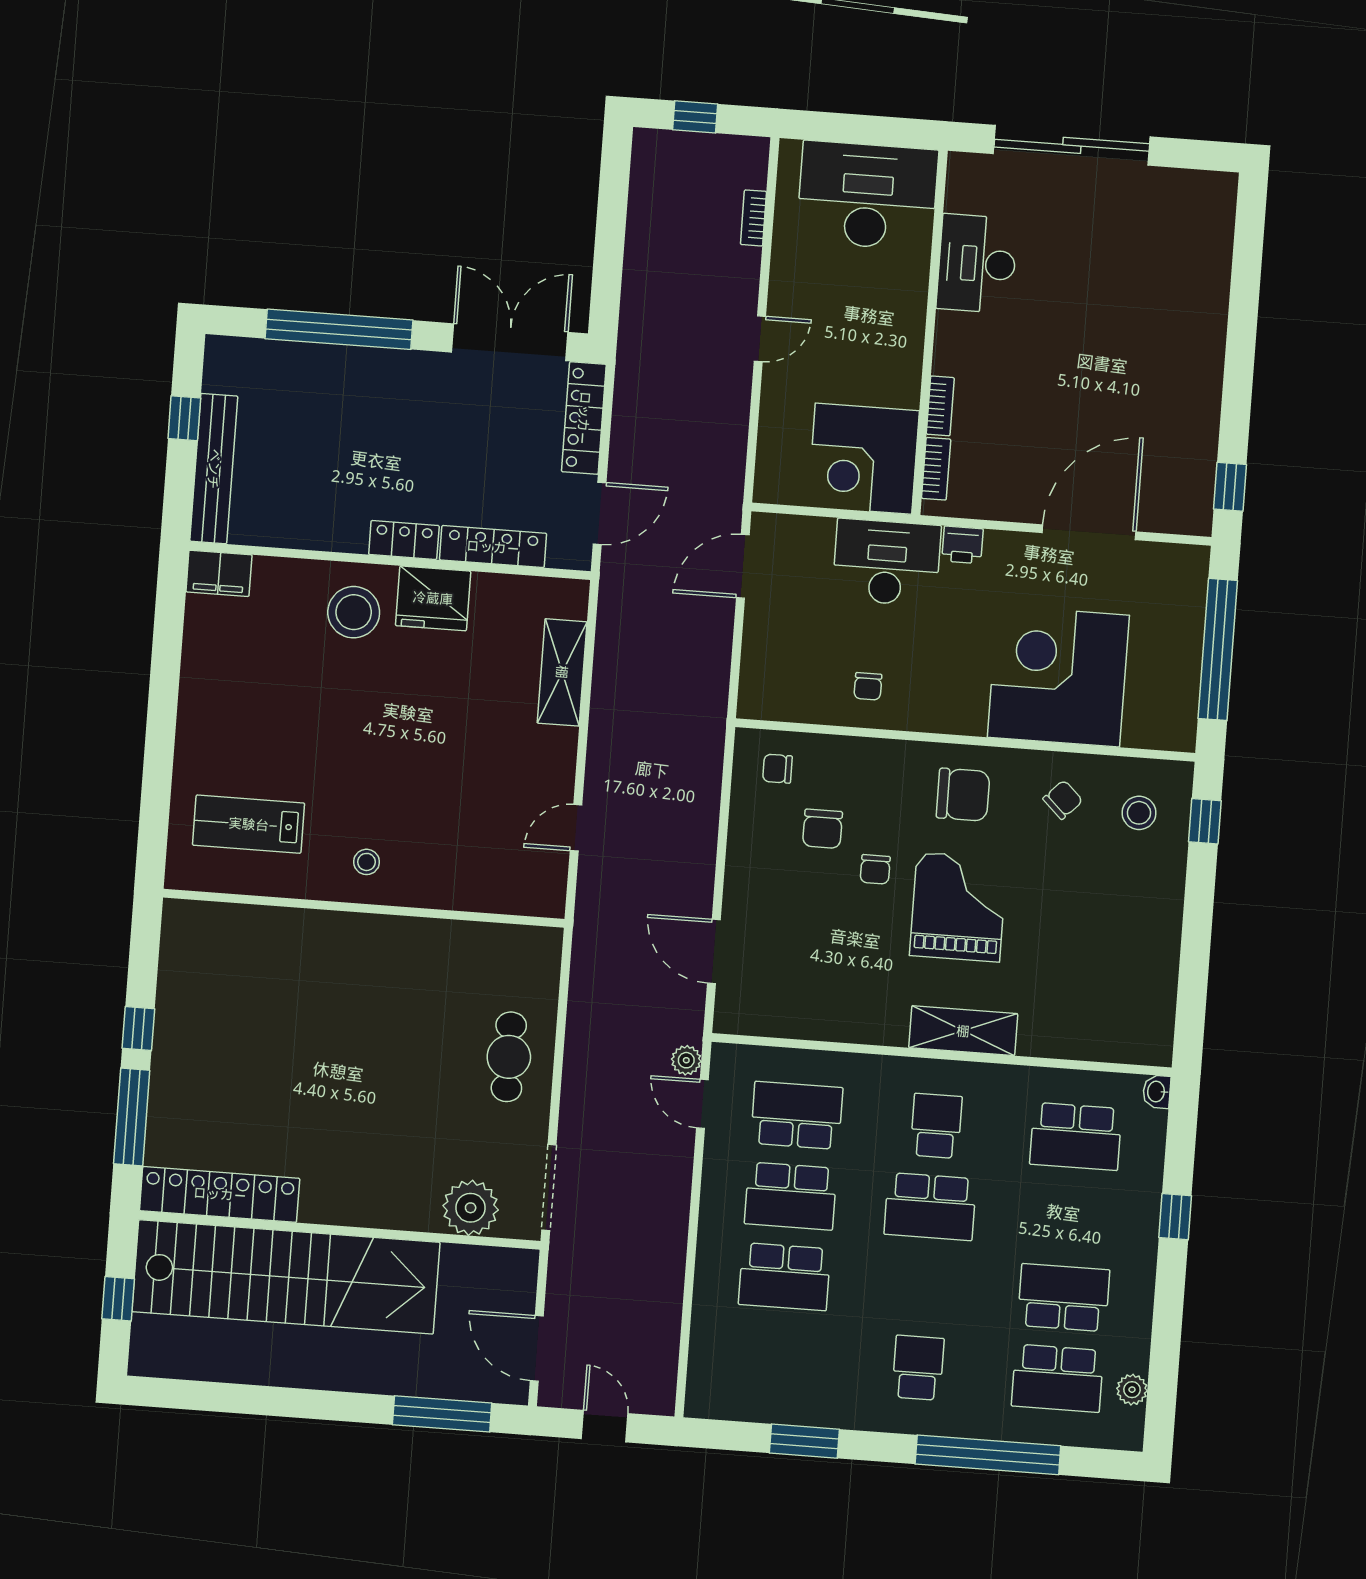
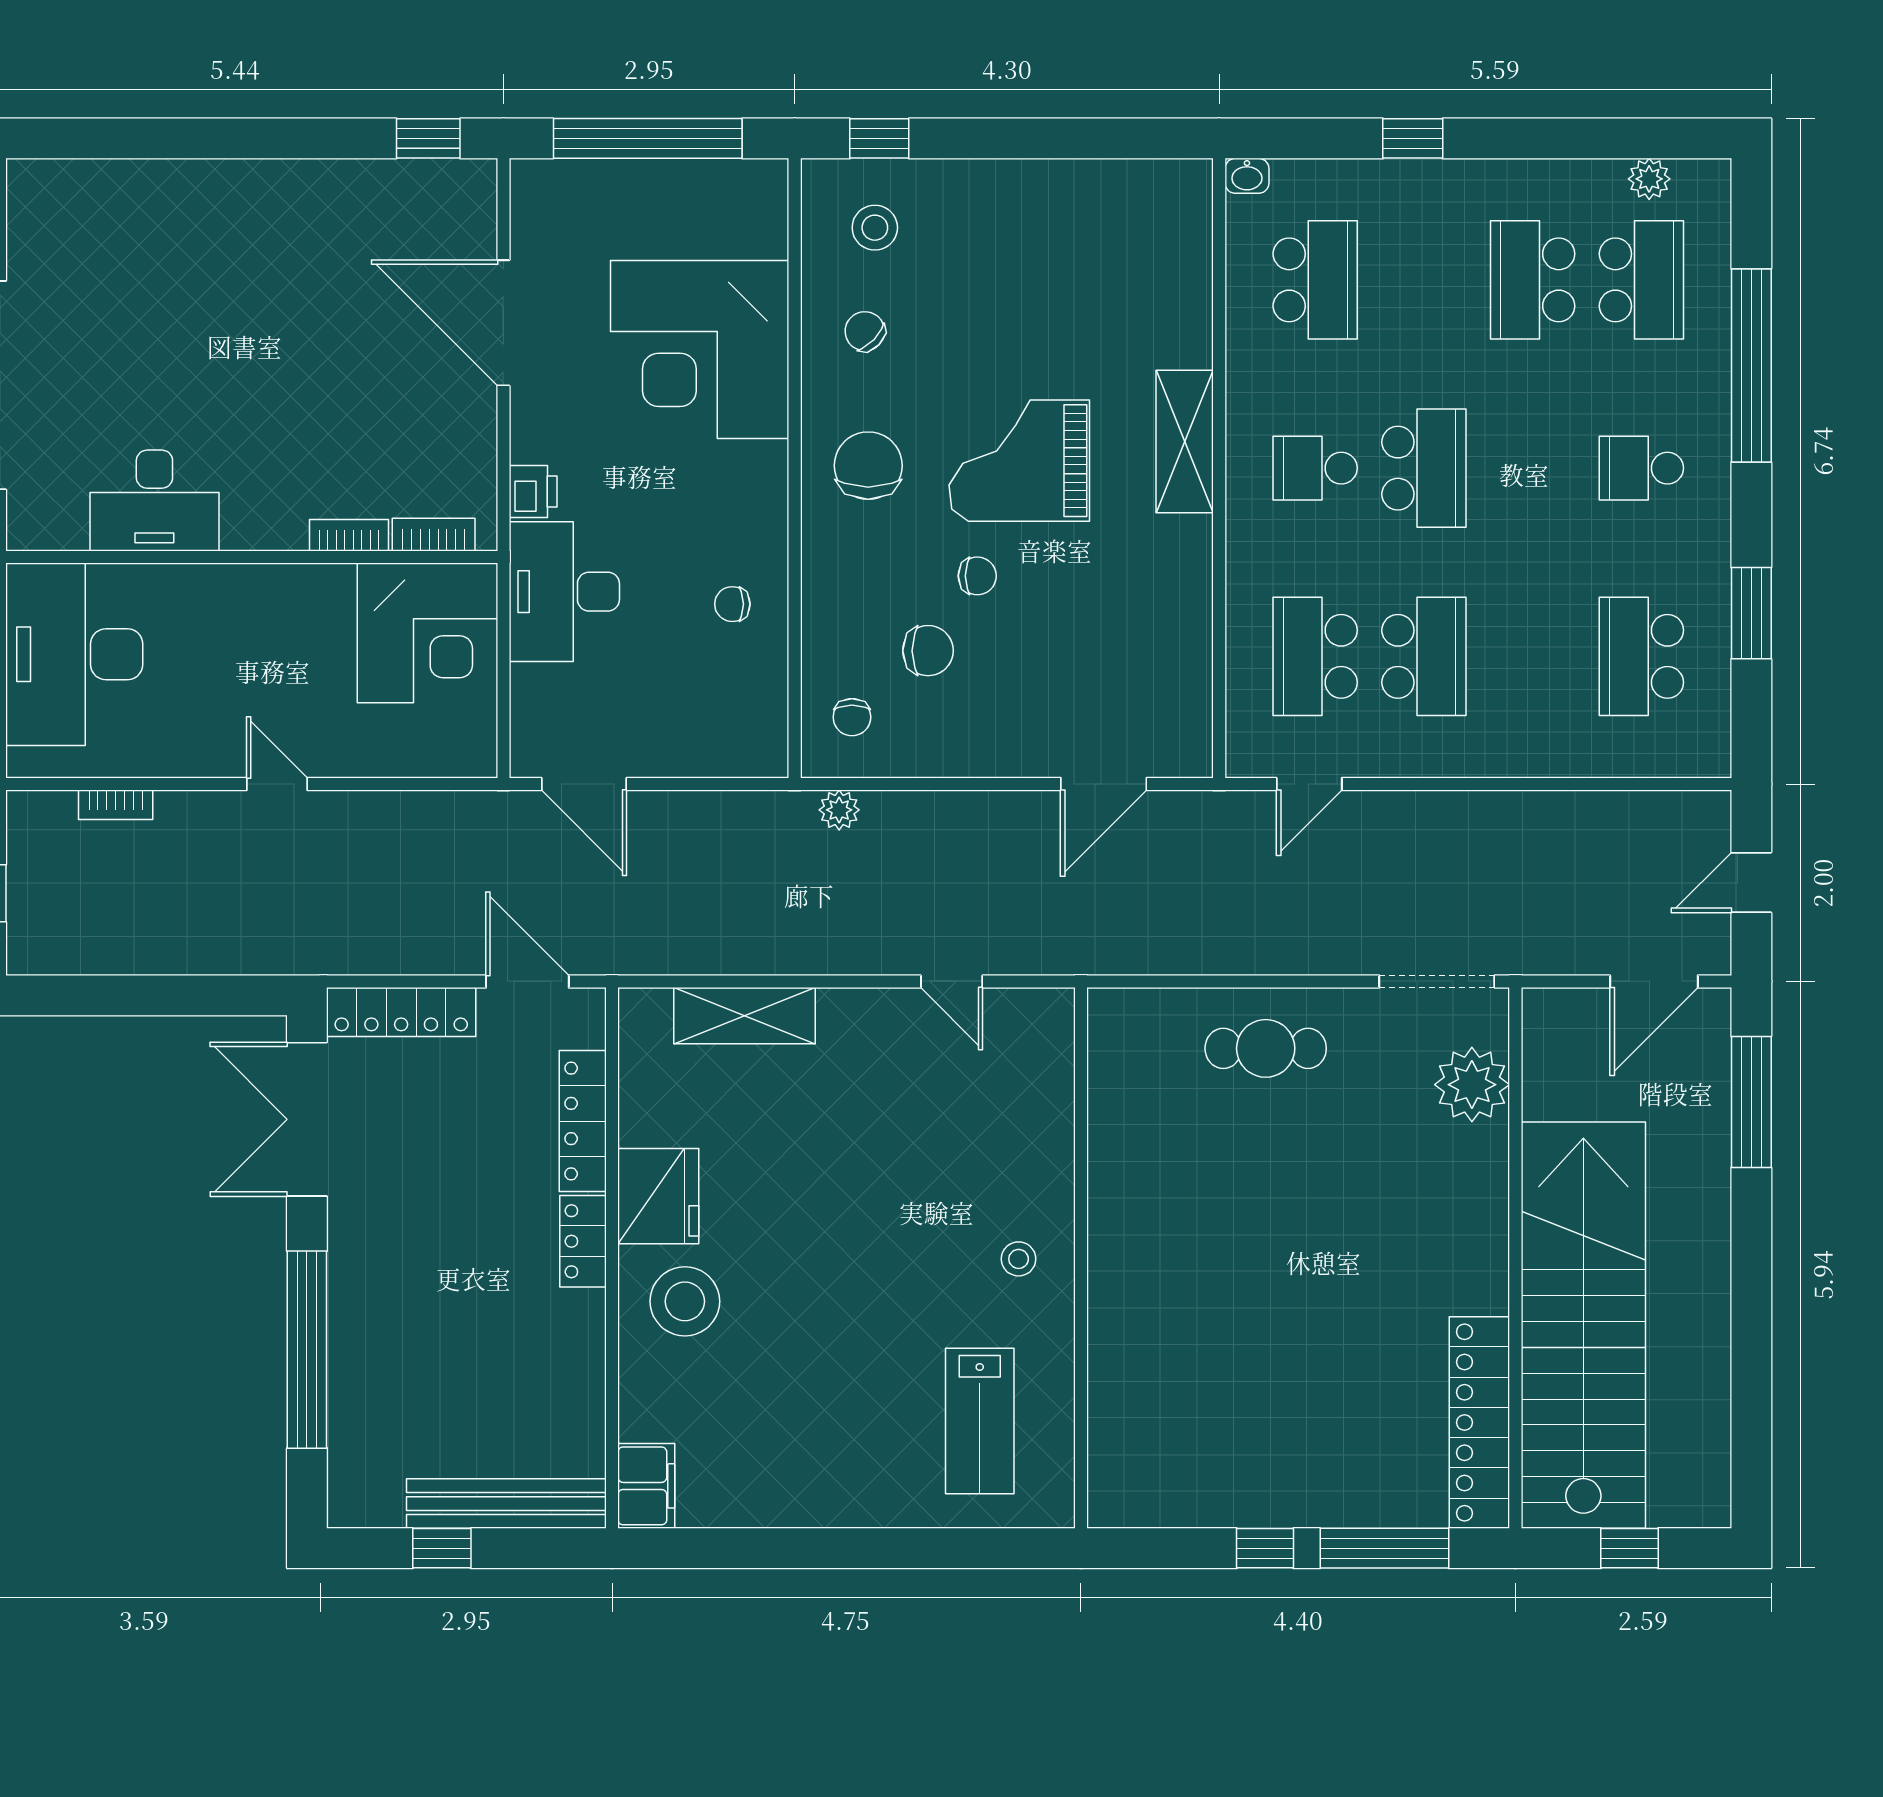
chair: (868, 686) -> (732, 604), turned 180
plant: (686, 1060) -> (839, 810), moved
school desk: (785, 1277) -> (1641, 656), moved, turned 180

